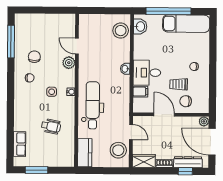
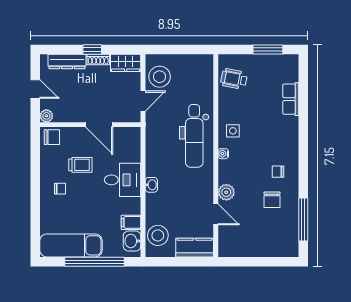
side table: (52, 92) -> (233, 131), moved
filing cabinet: (140, 92) -> (131, 222), moved
chair: (186, 101) -> (52, 137), moved
wheelchair: (51, 126) -> (234, 79), moved
door: (131, 132) -> (143, 101), swing flipped
door: (212, 142) -> (35, 89), width x0.53
row of seats: (20, 144) -> (291, 99), moved
kitchen counter: (85, 153) -> (195, 248), moved, turned 90
window: (185, 171) -> (92, 49), moved

